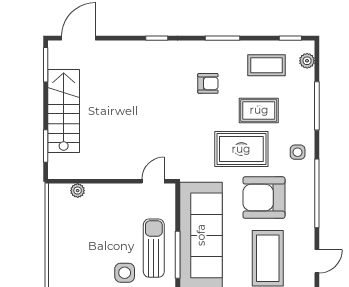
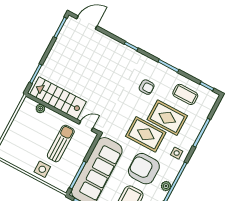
plant: (307, 61) -> (166, 186), moved
rug: (259, 110) -> (167, 118), width x1.36, depth x1.43
stairs: (64, 111) -> (58, 98), moved, turned -90
sun lounger: (154, 248) -> (61, 143), moved

